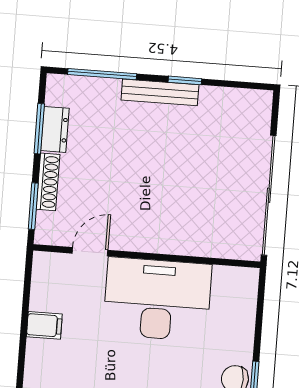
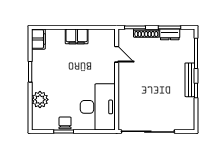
desk: (157, 299) -> (98, 107), moved
filing cabinet: (44, 325) -> (77, 36), width x2.00

